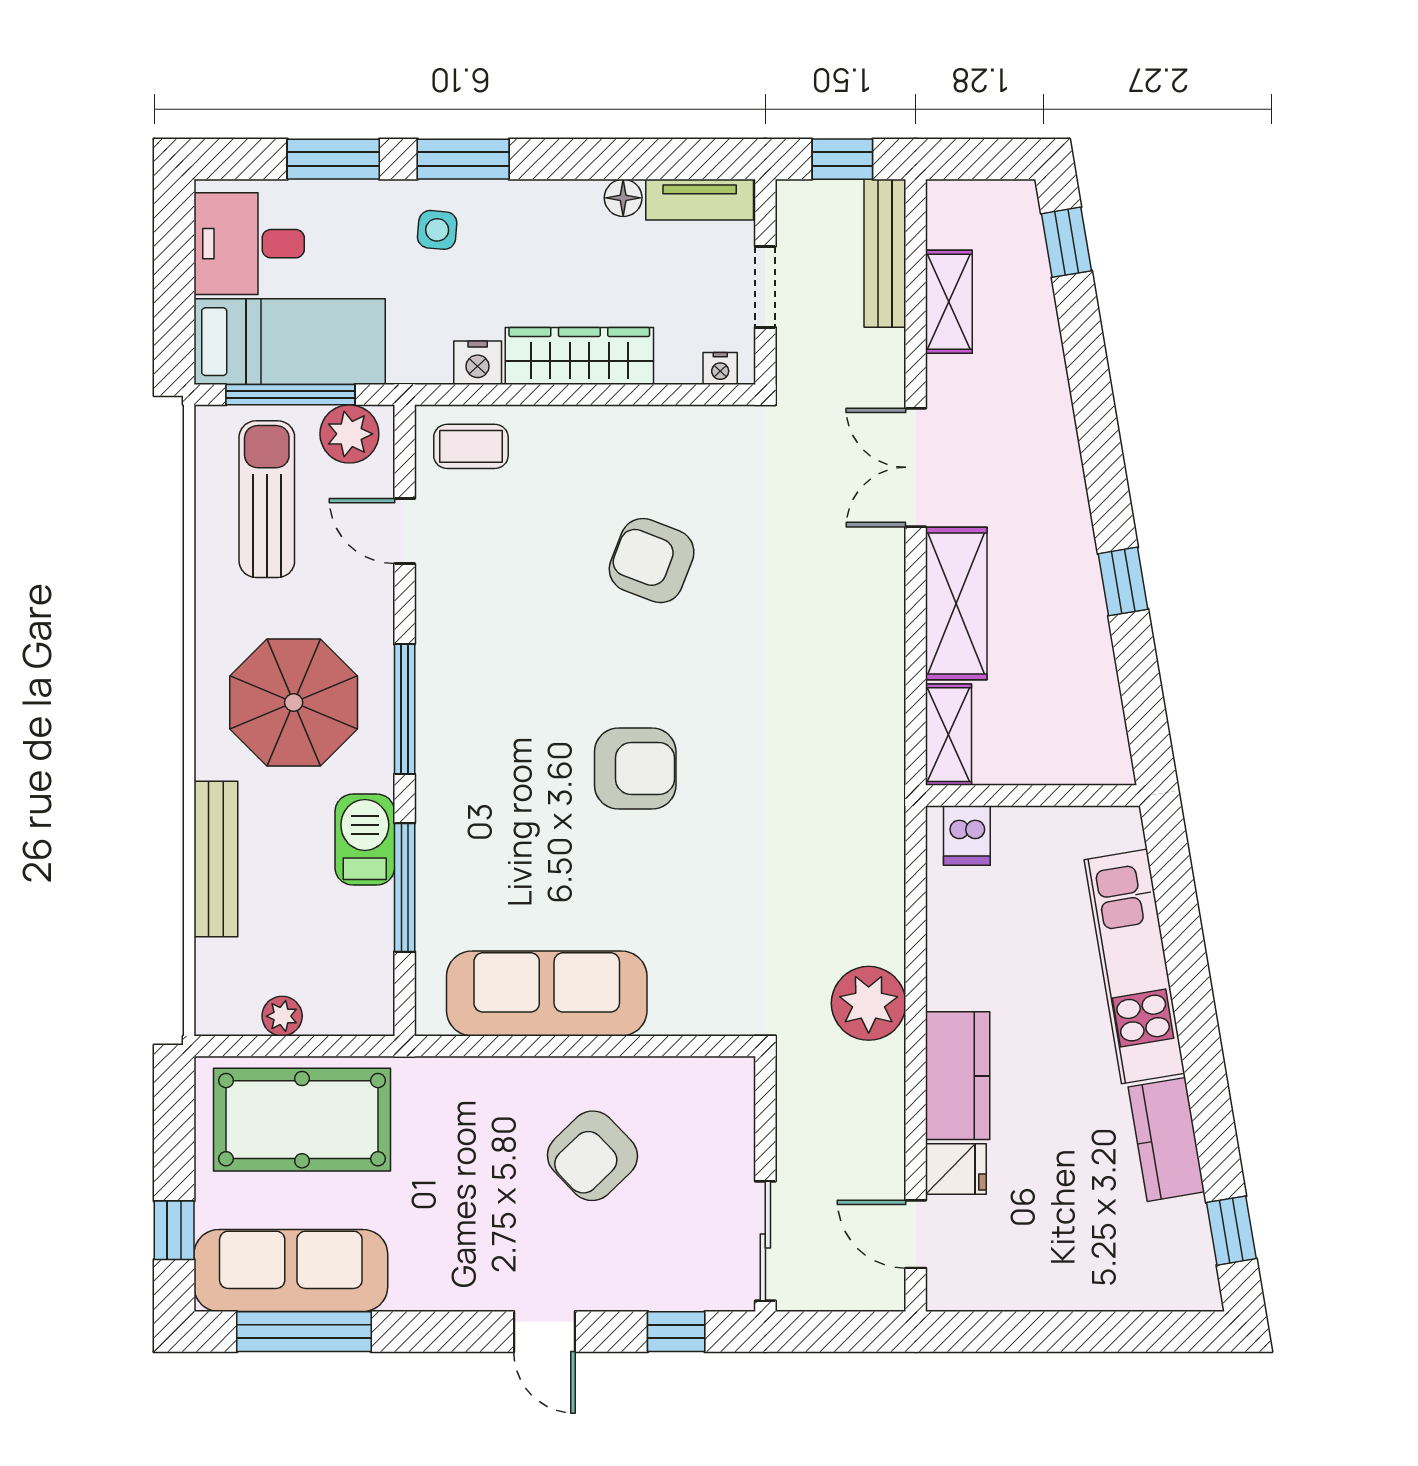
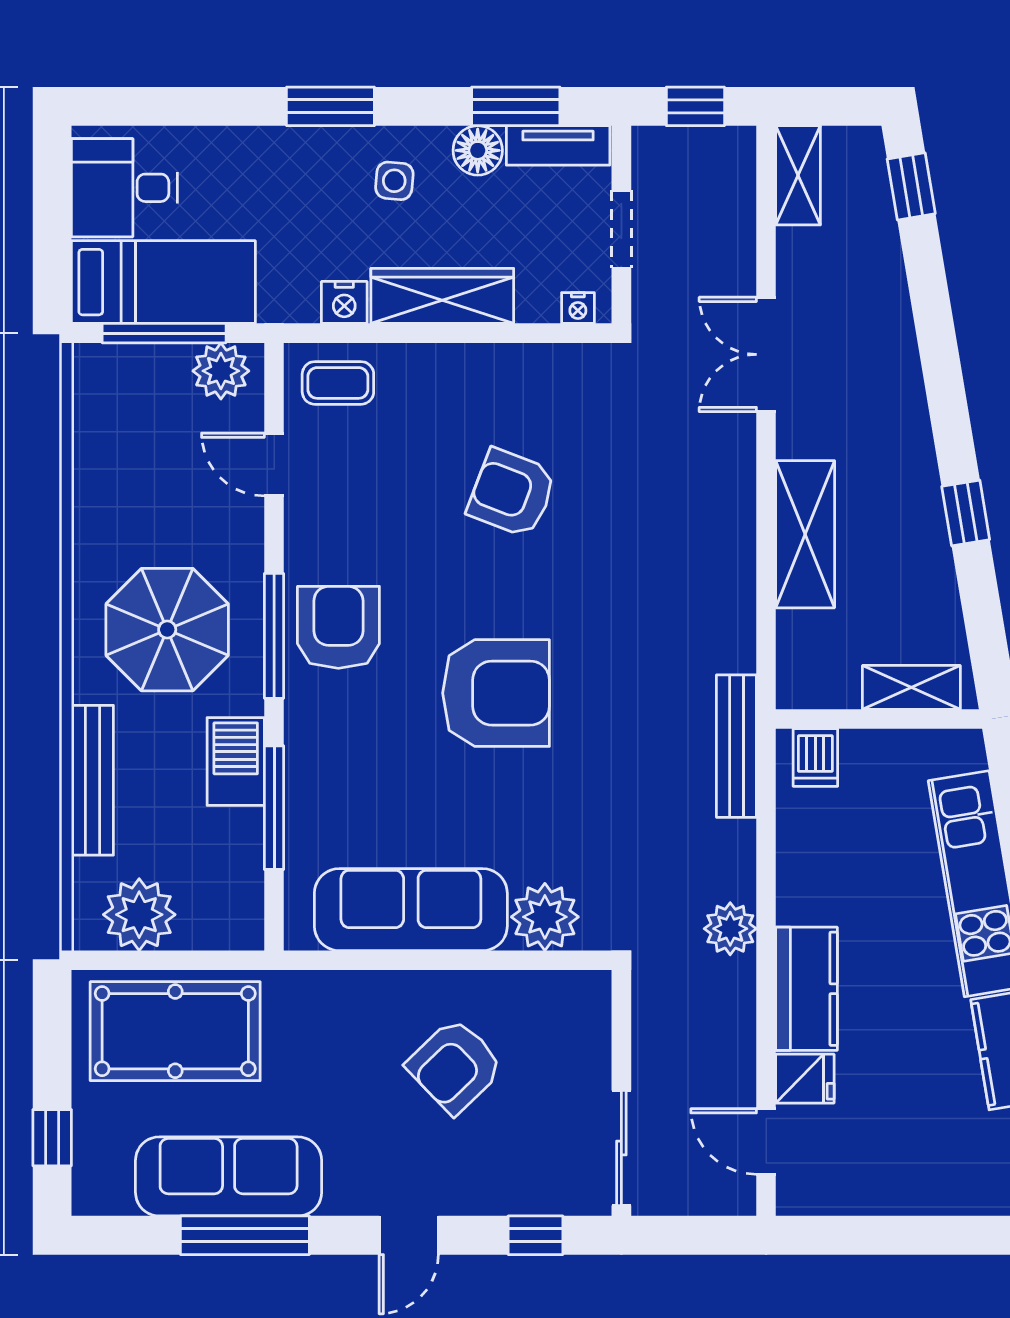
window: (333, 159) -> (516, 106), moved
floor lamp: (623, 198) -> (478, 150), width x1.37, depth x1.37
side table: (437, 230) -> (394, 181), moved
bench: (885, 253) -> (736, 746), moved
shelving: (949, 302) -> (798, 175), moved
double door: (916, 467) -> (766, 354), moved
sun lounger: (267, 499) -> (141, 434), removed
armchair: (472, 700) -> (338, 627), added
shelving: (949, 735) -> (911, 687), moved, turned 90
armchair: (635, 769) -> (496, 693), width x1.36, depth x1.36
plant: (686, 1001) -> (545, 917), added
plant: (869, 1003) -> (730, 929), width x0.73, depth x0.73
plant: (282, 1016) -> (139, 915), width x1.87, depth x1.87
sofa: (291, 1271) -> (229, 1176), moved
window: (304, 1332) -> (245, 1235), moved
door: (544, 1332) -> (409, 1235), hinge flipped

